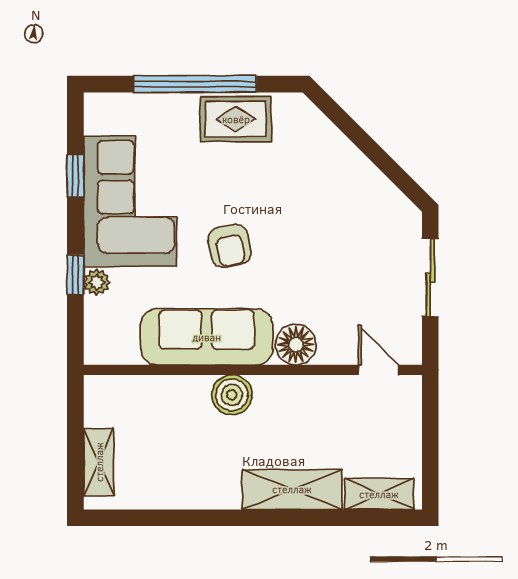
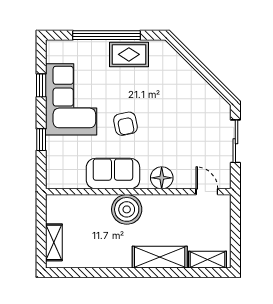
plant: (97, 282) -> (53, 144), removed
sofa: (207, 337) -> (113, 174), width x0.73
boiler: (232, 395) -> (127, 209), width x1.37, depth x1.37

